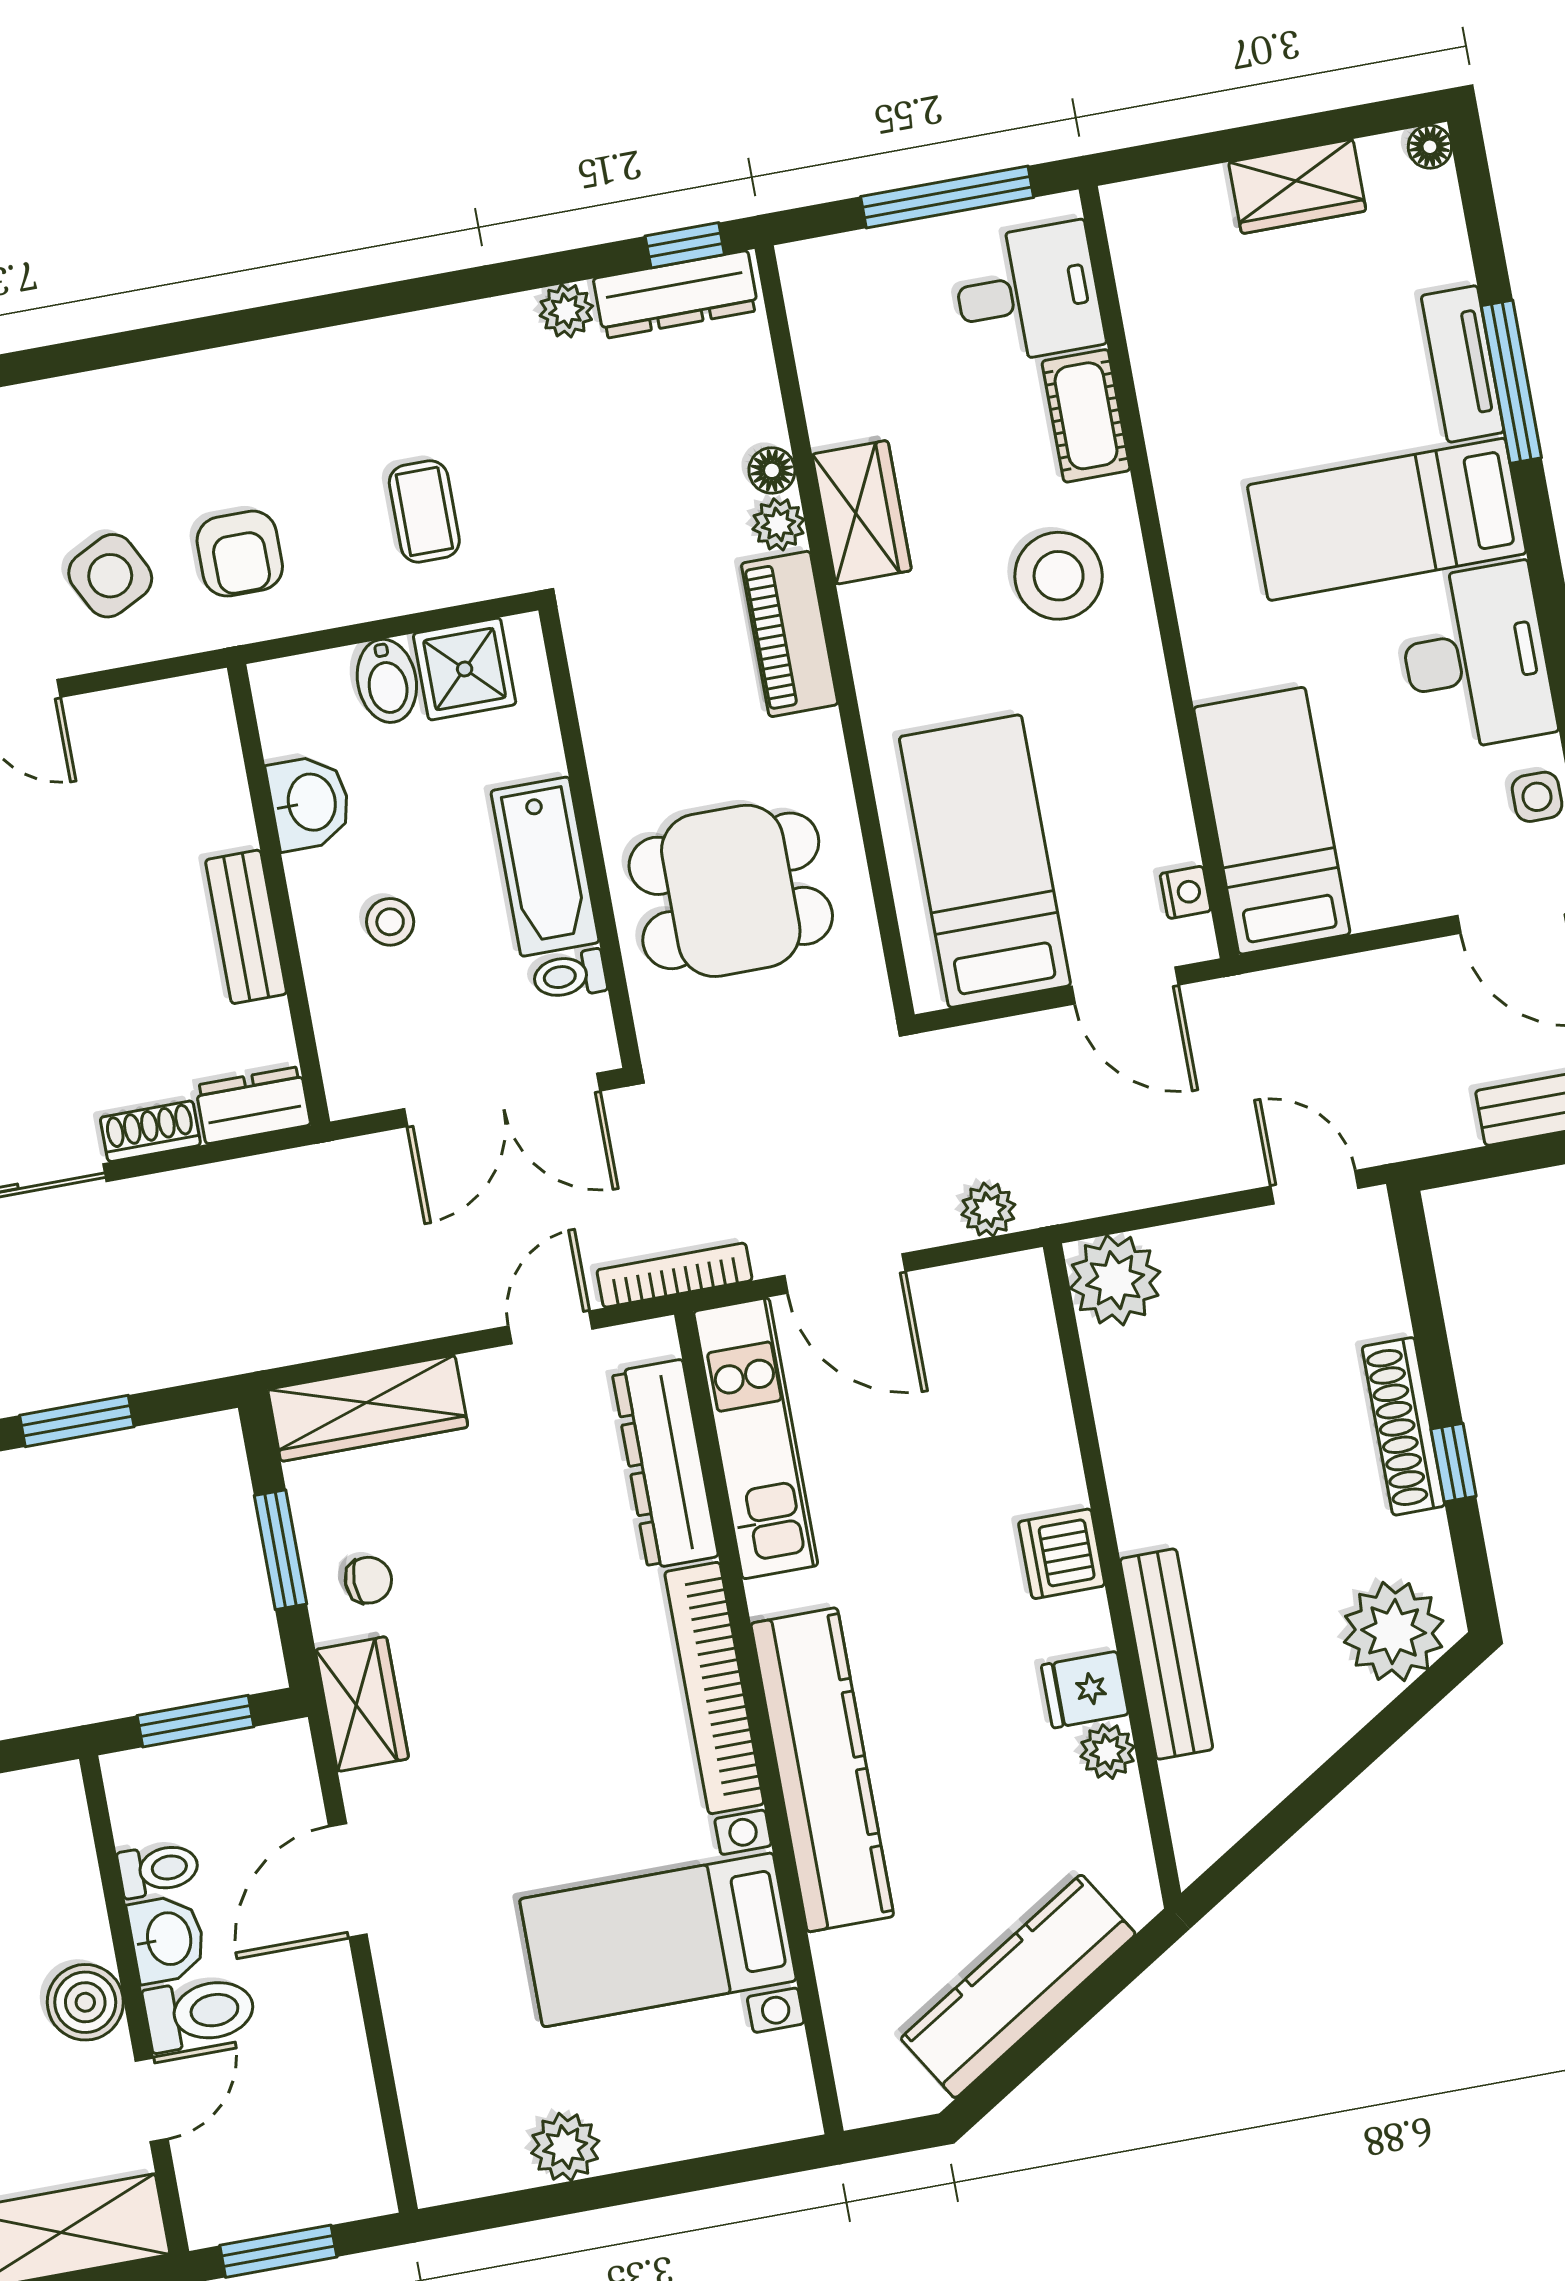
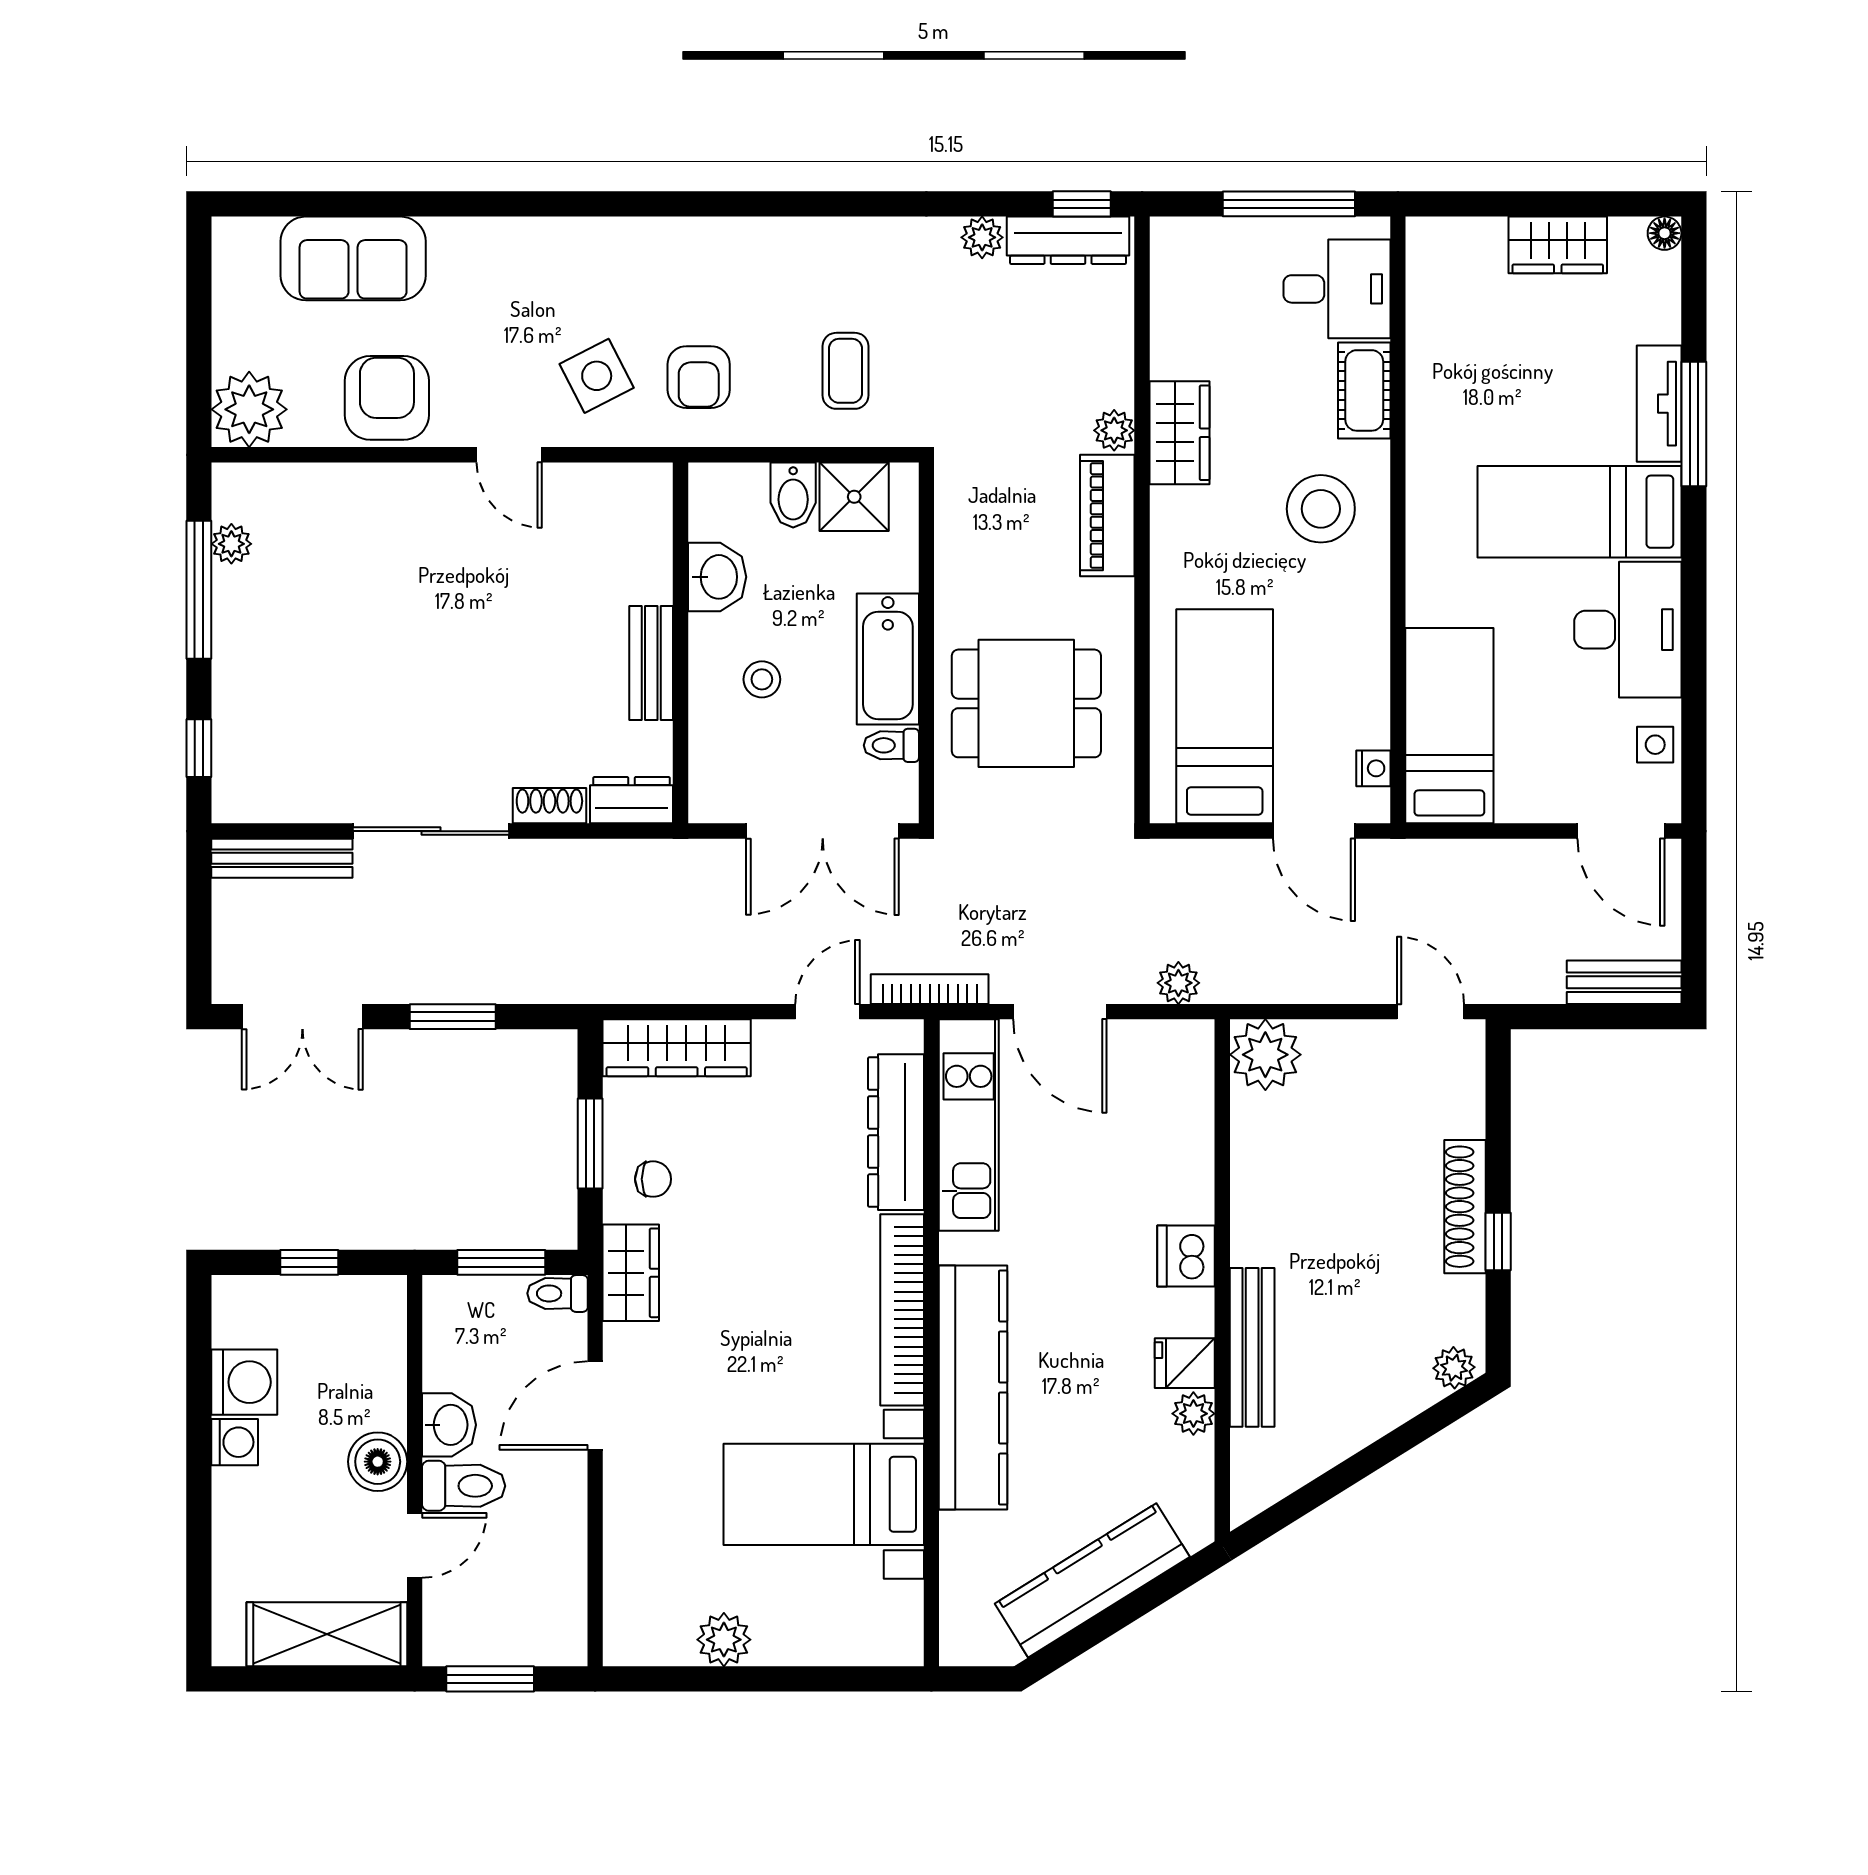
floor lamp: (772, 470) -> (1117, 388), removed
plant: (1394, 1631) -> (1454, 1368), width x0.53, depth x0.53
toilet: (159, 1869) -> (558, 1293), moved, turned 180

